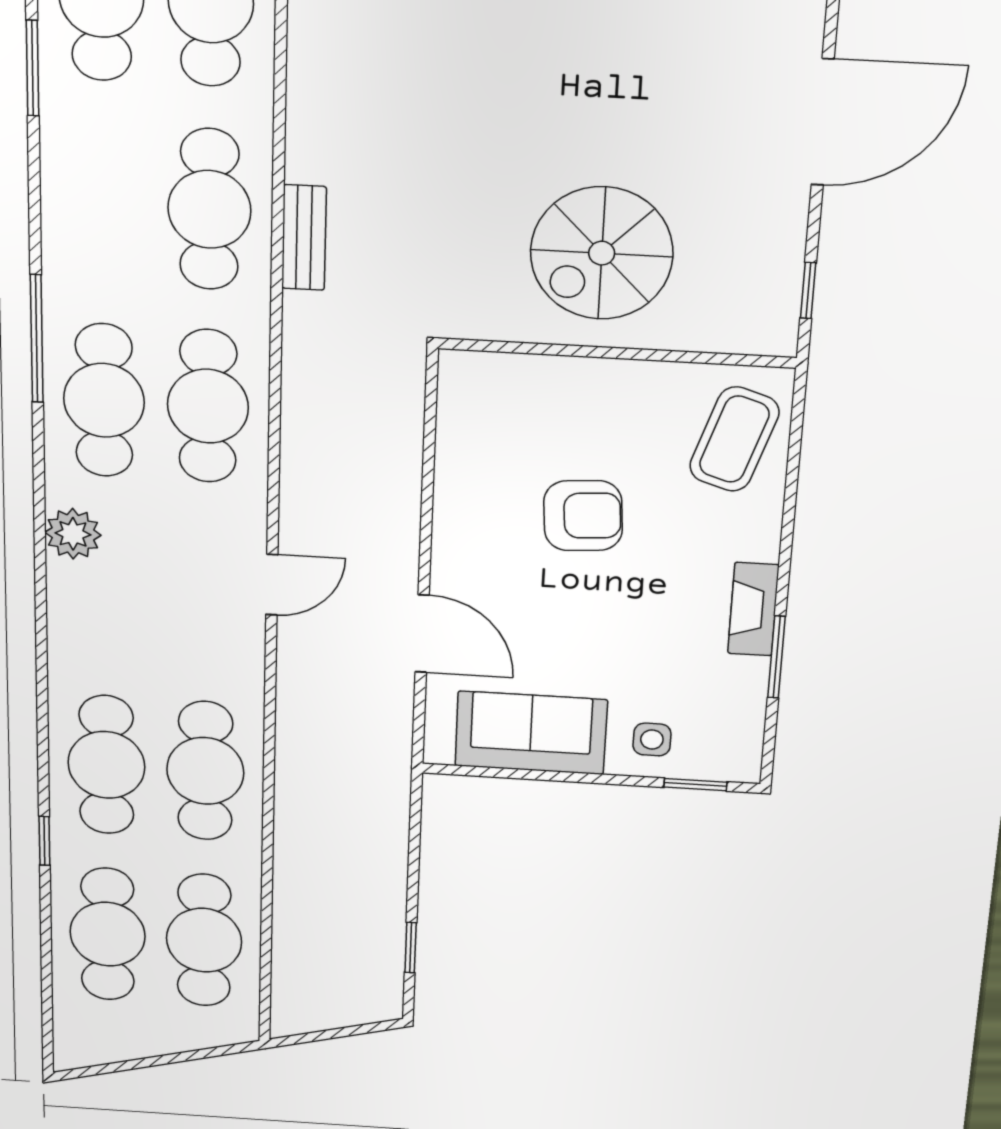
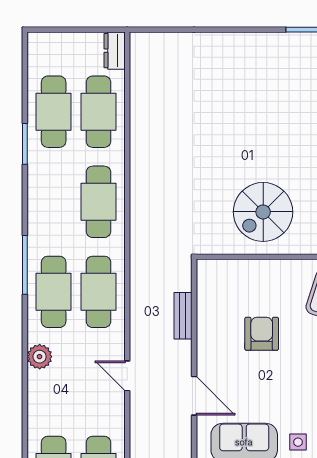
bench: (304, 238) -> (183, 316), moved
armchair: (583, 516) -> (262, 334), turned -86
door: (272, 585) -> (127, 376), swing flipped

